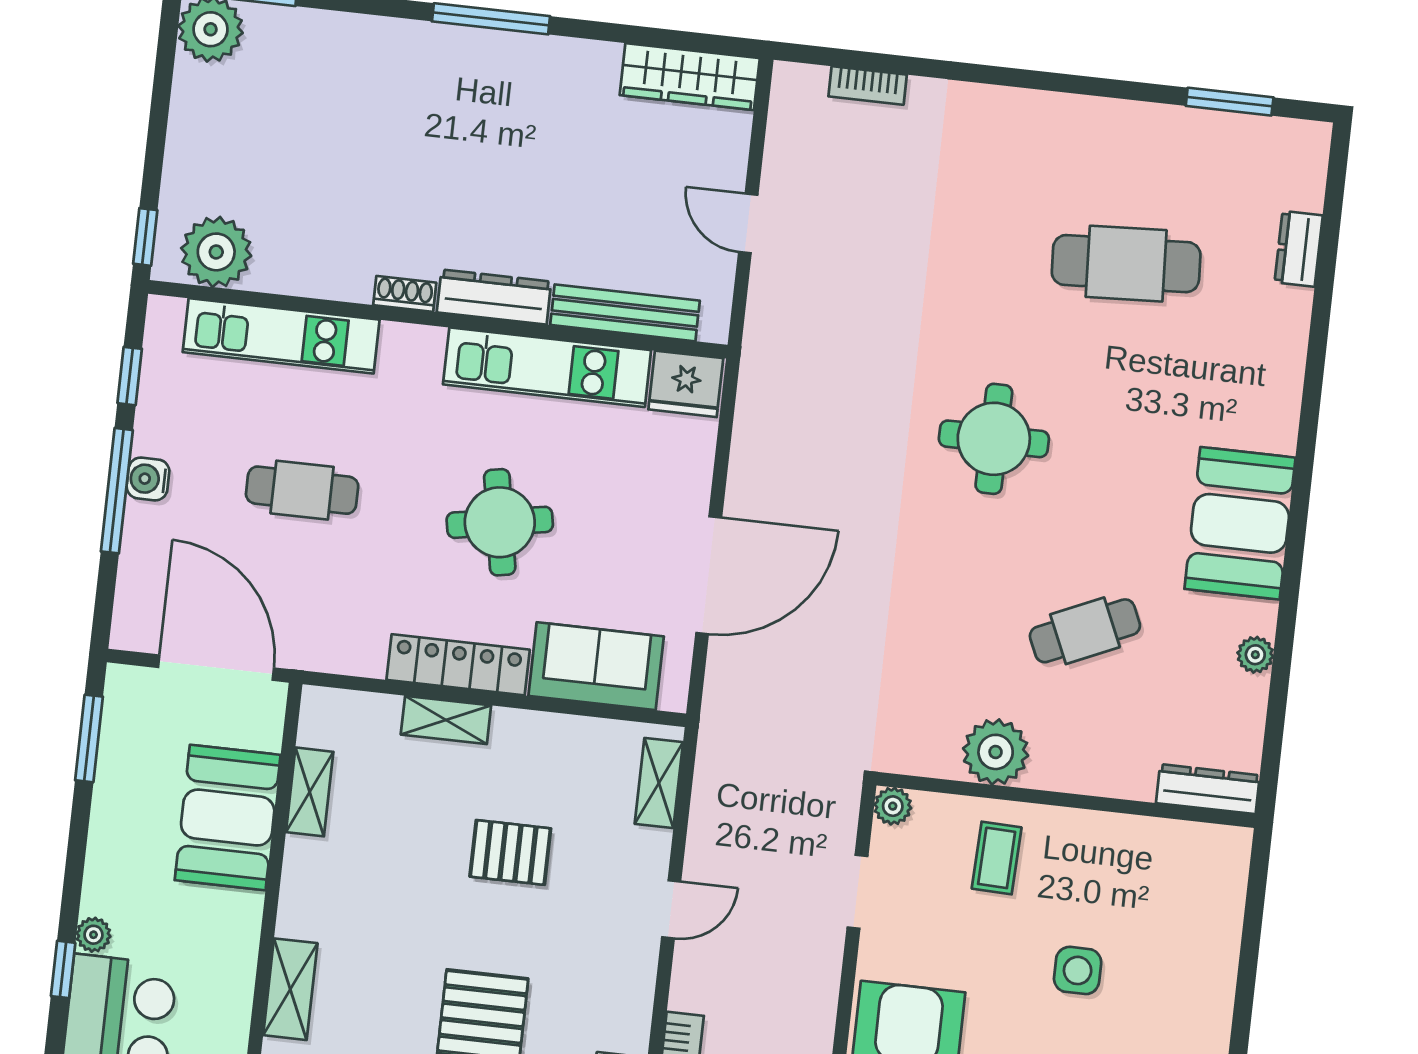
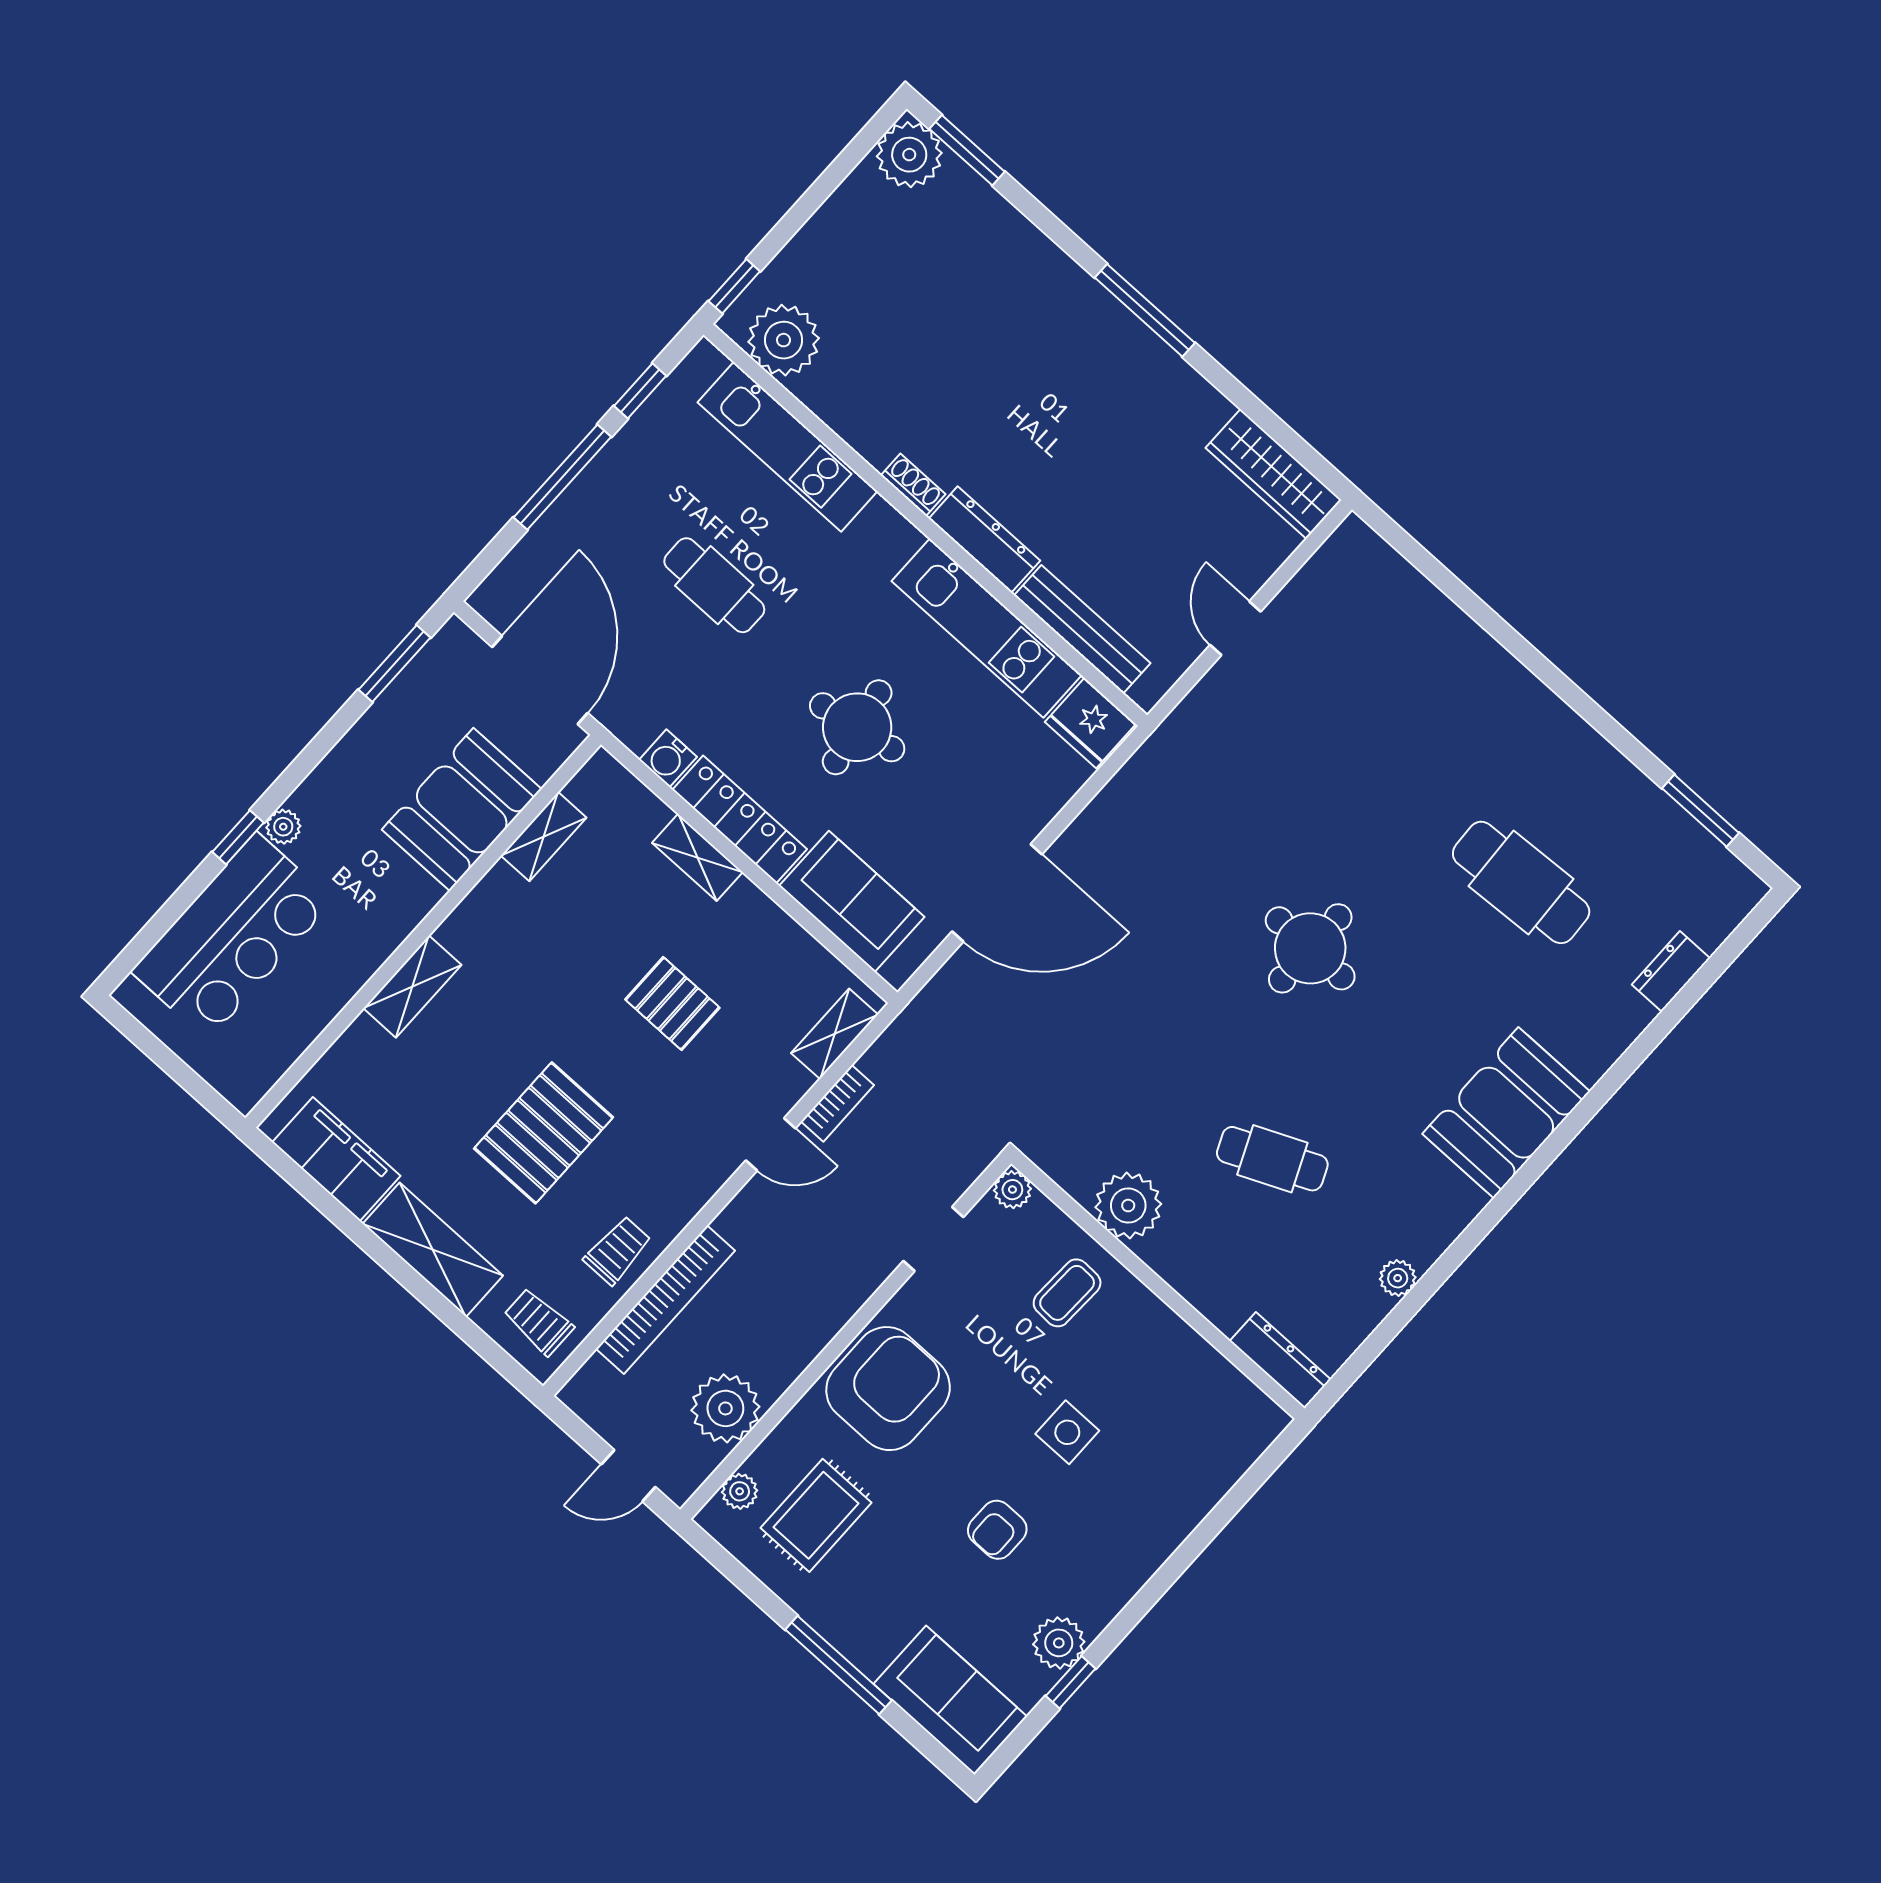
bookcase: (868, 86) -> (837, 1103), moved, turned -90
water cooler: (148, 479) -> (668, 758), moved, turned -90
booth: (1240, 523) -> (1506, 1113), moved

